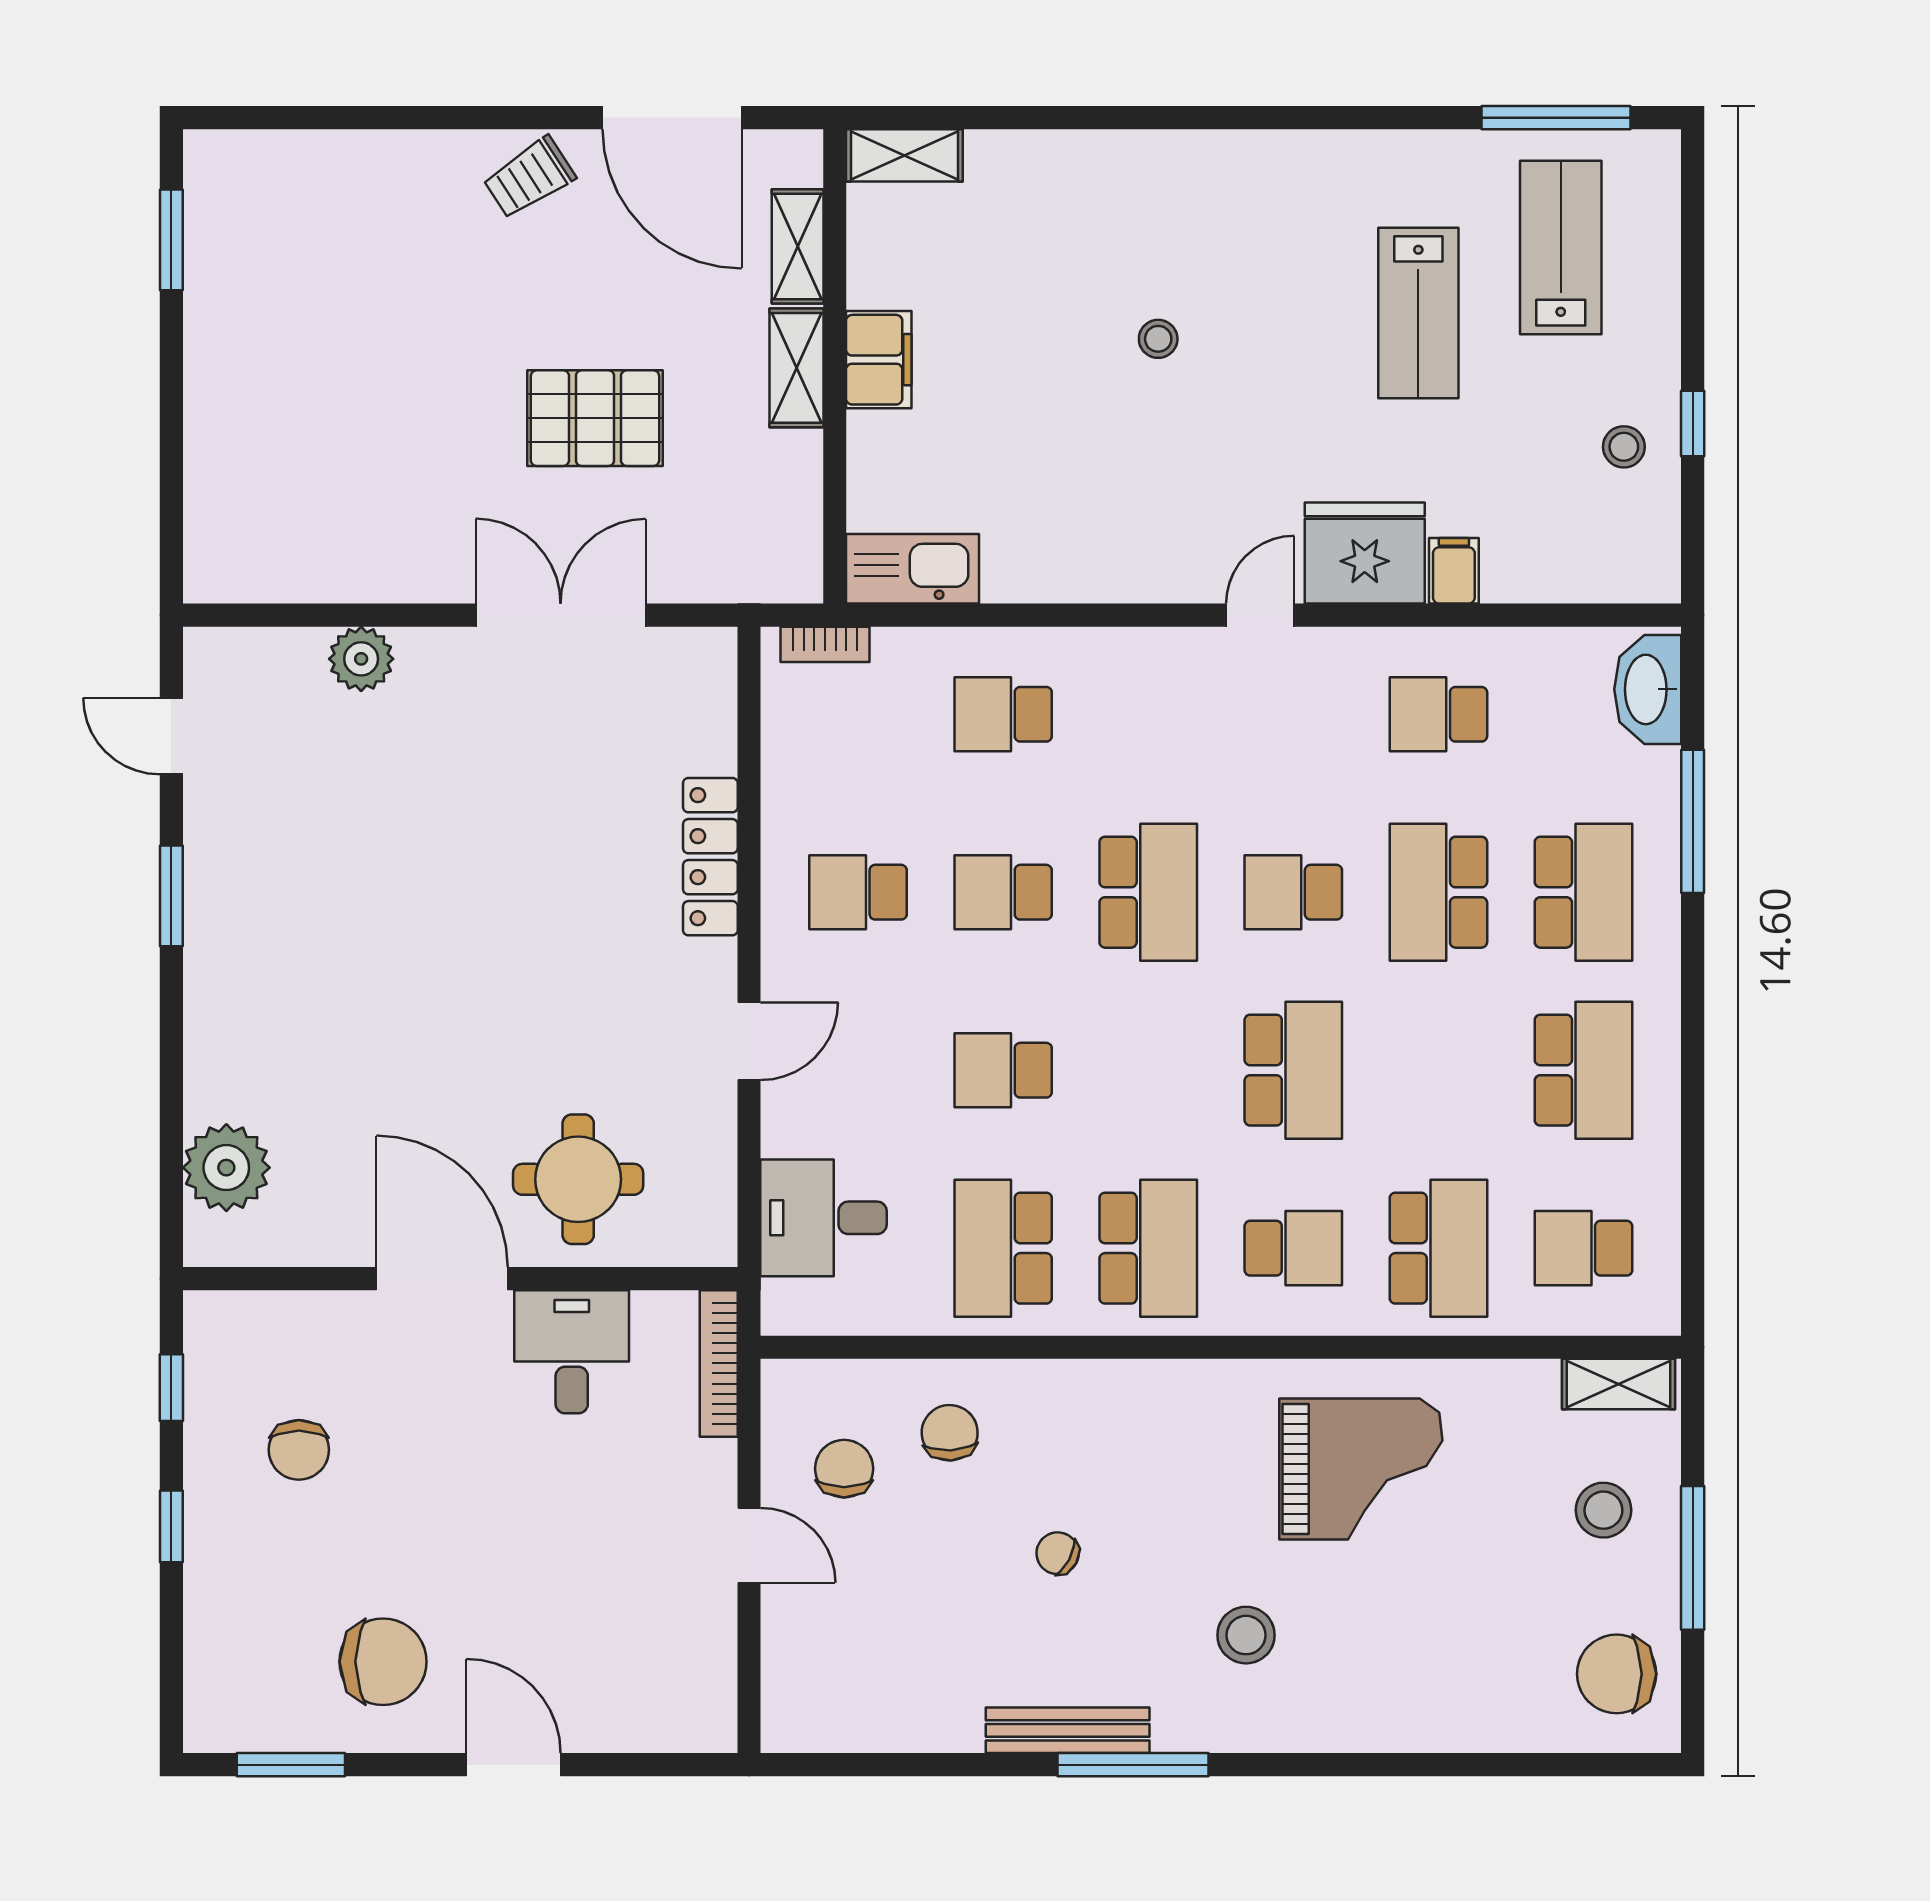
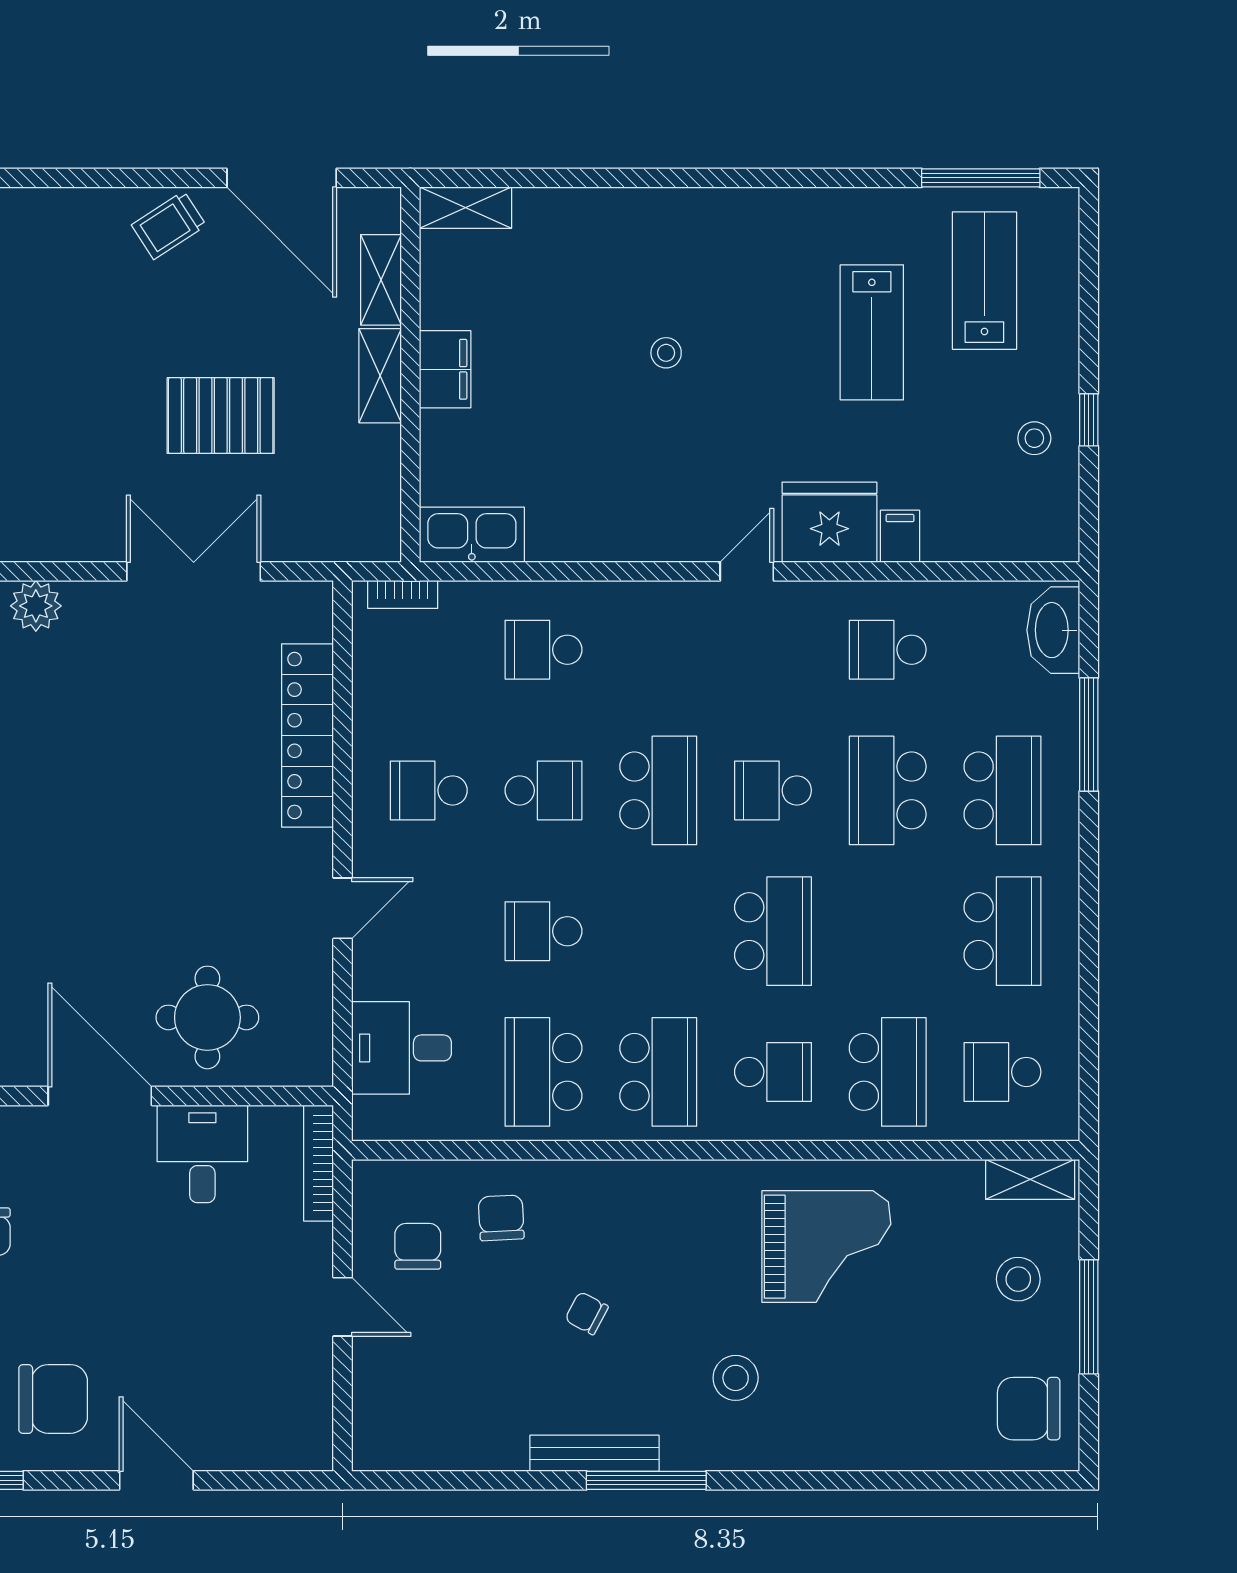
locker: (710, 857) -> (307, 735), width x1.41, depth x1.21
school desk: (1003, 892) -> (543, 790), turned 180

